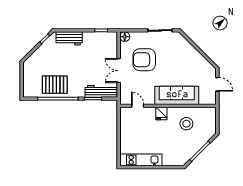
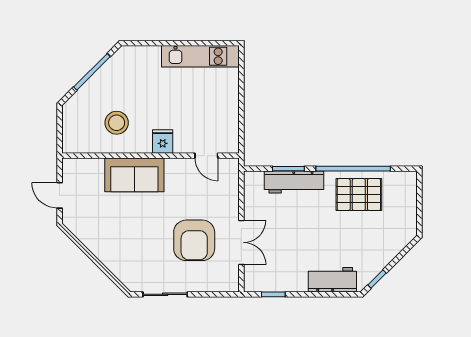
floor lamp: (125, 37) -> (230, 283), removed
armchair: (144, 60) -> (194, 240), turned 90
double door: (119, 71) -> (241, 242), moved
workbench: (101, 91) -> (294, 182), moved
sofa: (177, 95) -> (134, 175), width x0.73

